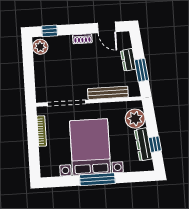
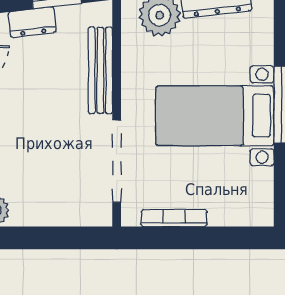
bed with nightstands: (90, 147) -> (215, 116), width x0.73

